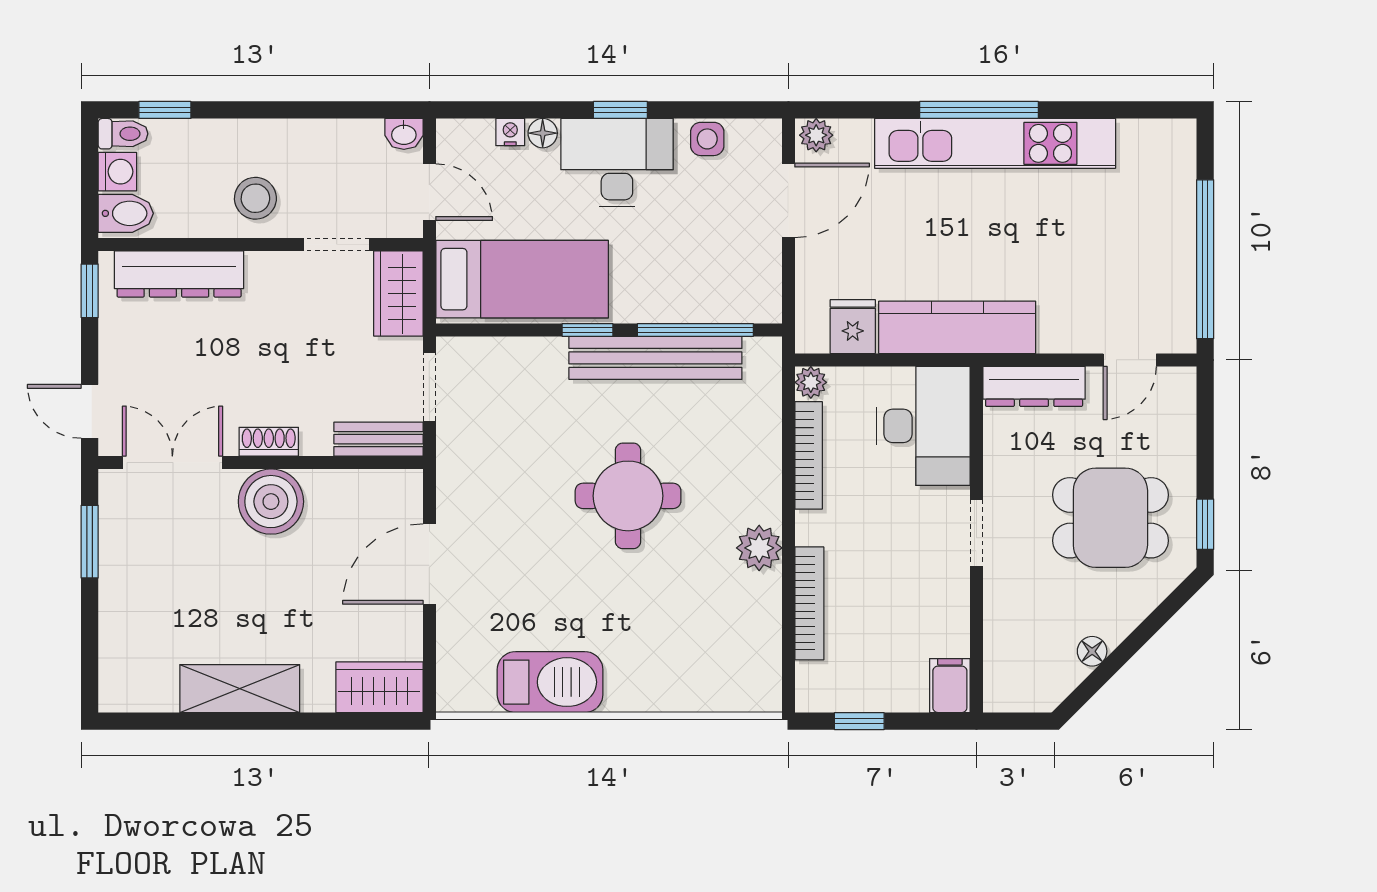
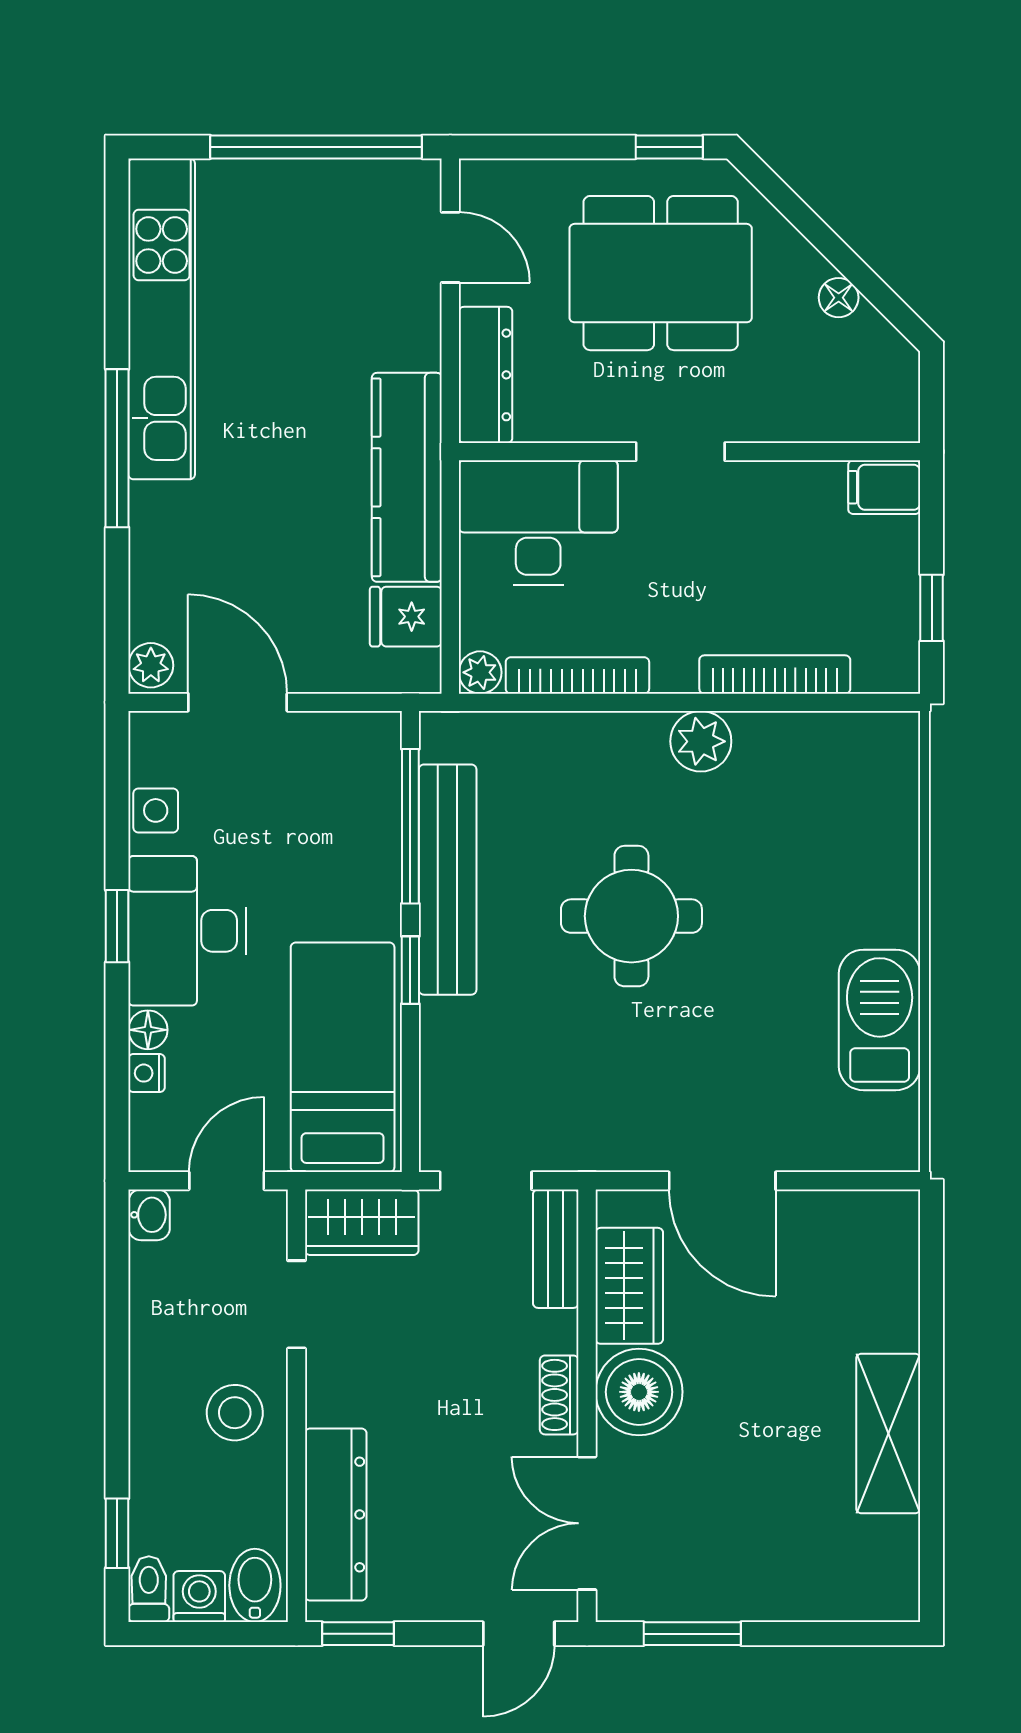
kitchen unit: (995, 143) -> (162, 319), moved
dining table: (1110, 518) -> (661, 273), width x1.38
wardrobe: (379, 687) -> (629, 1286), moved, turned 180

